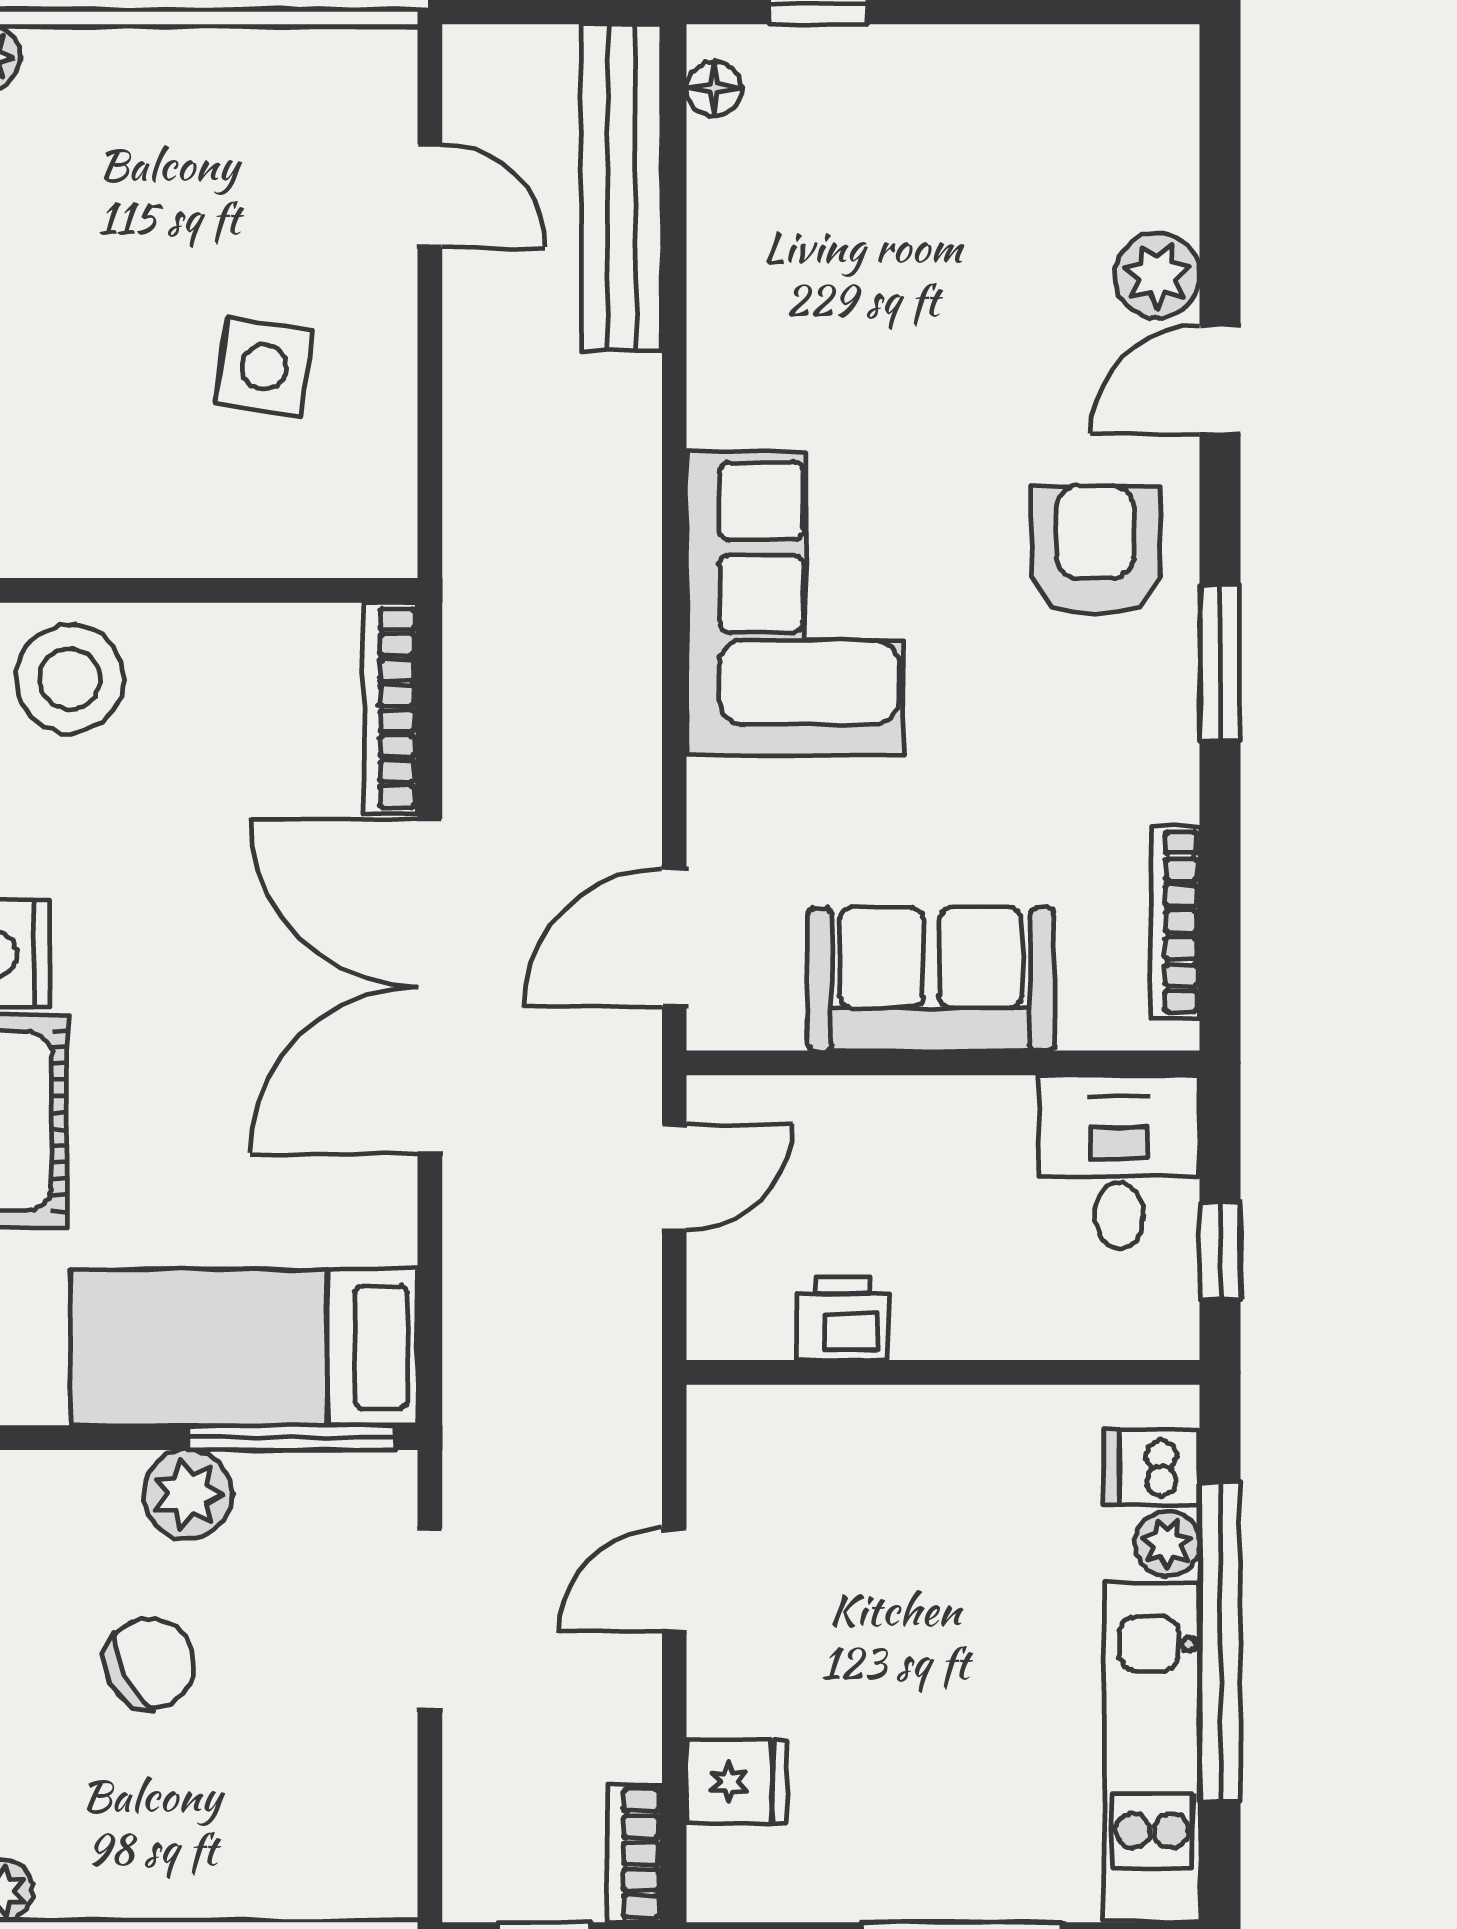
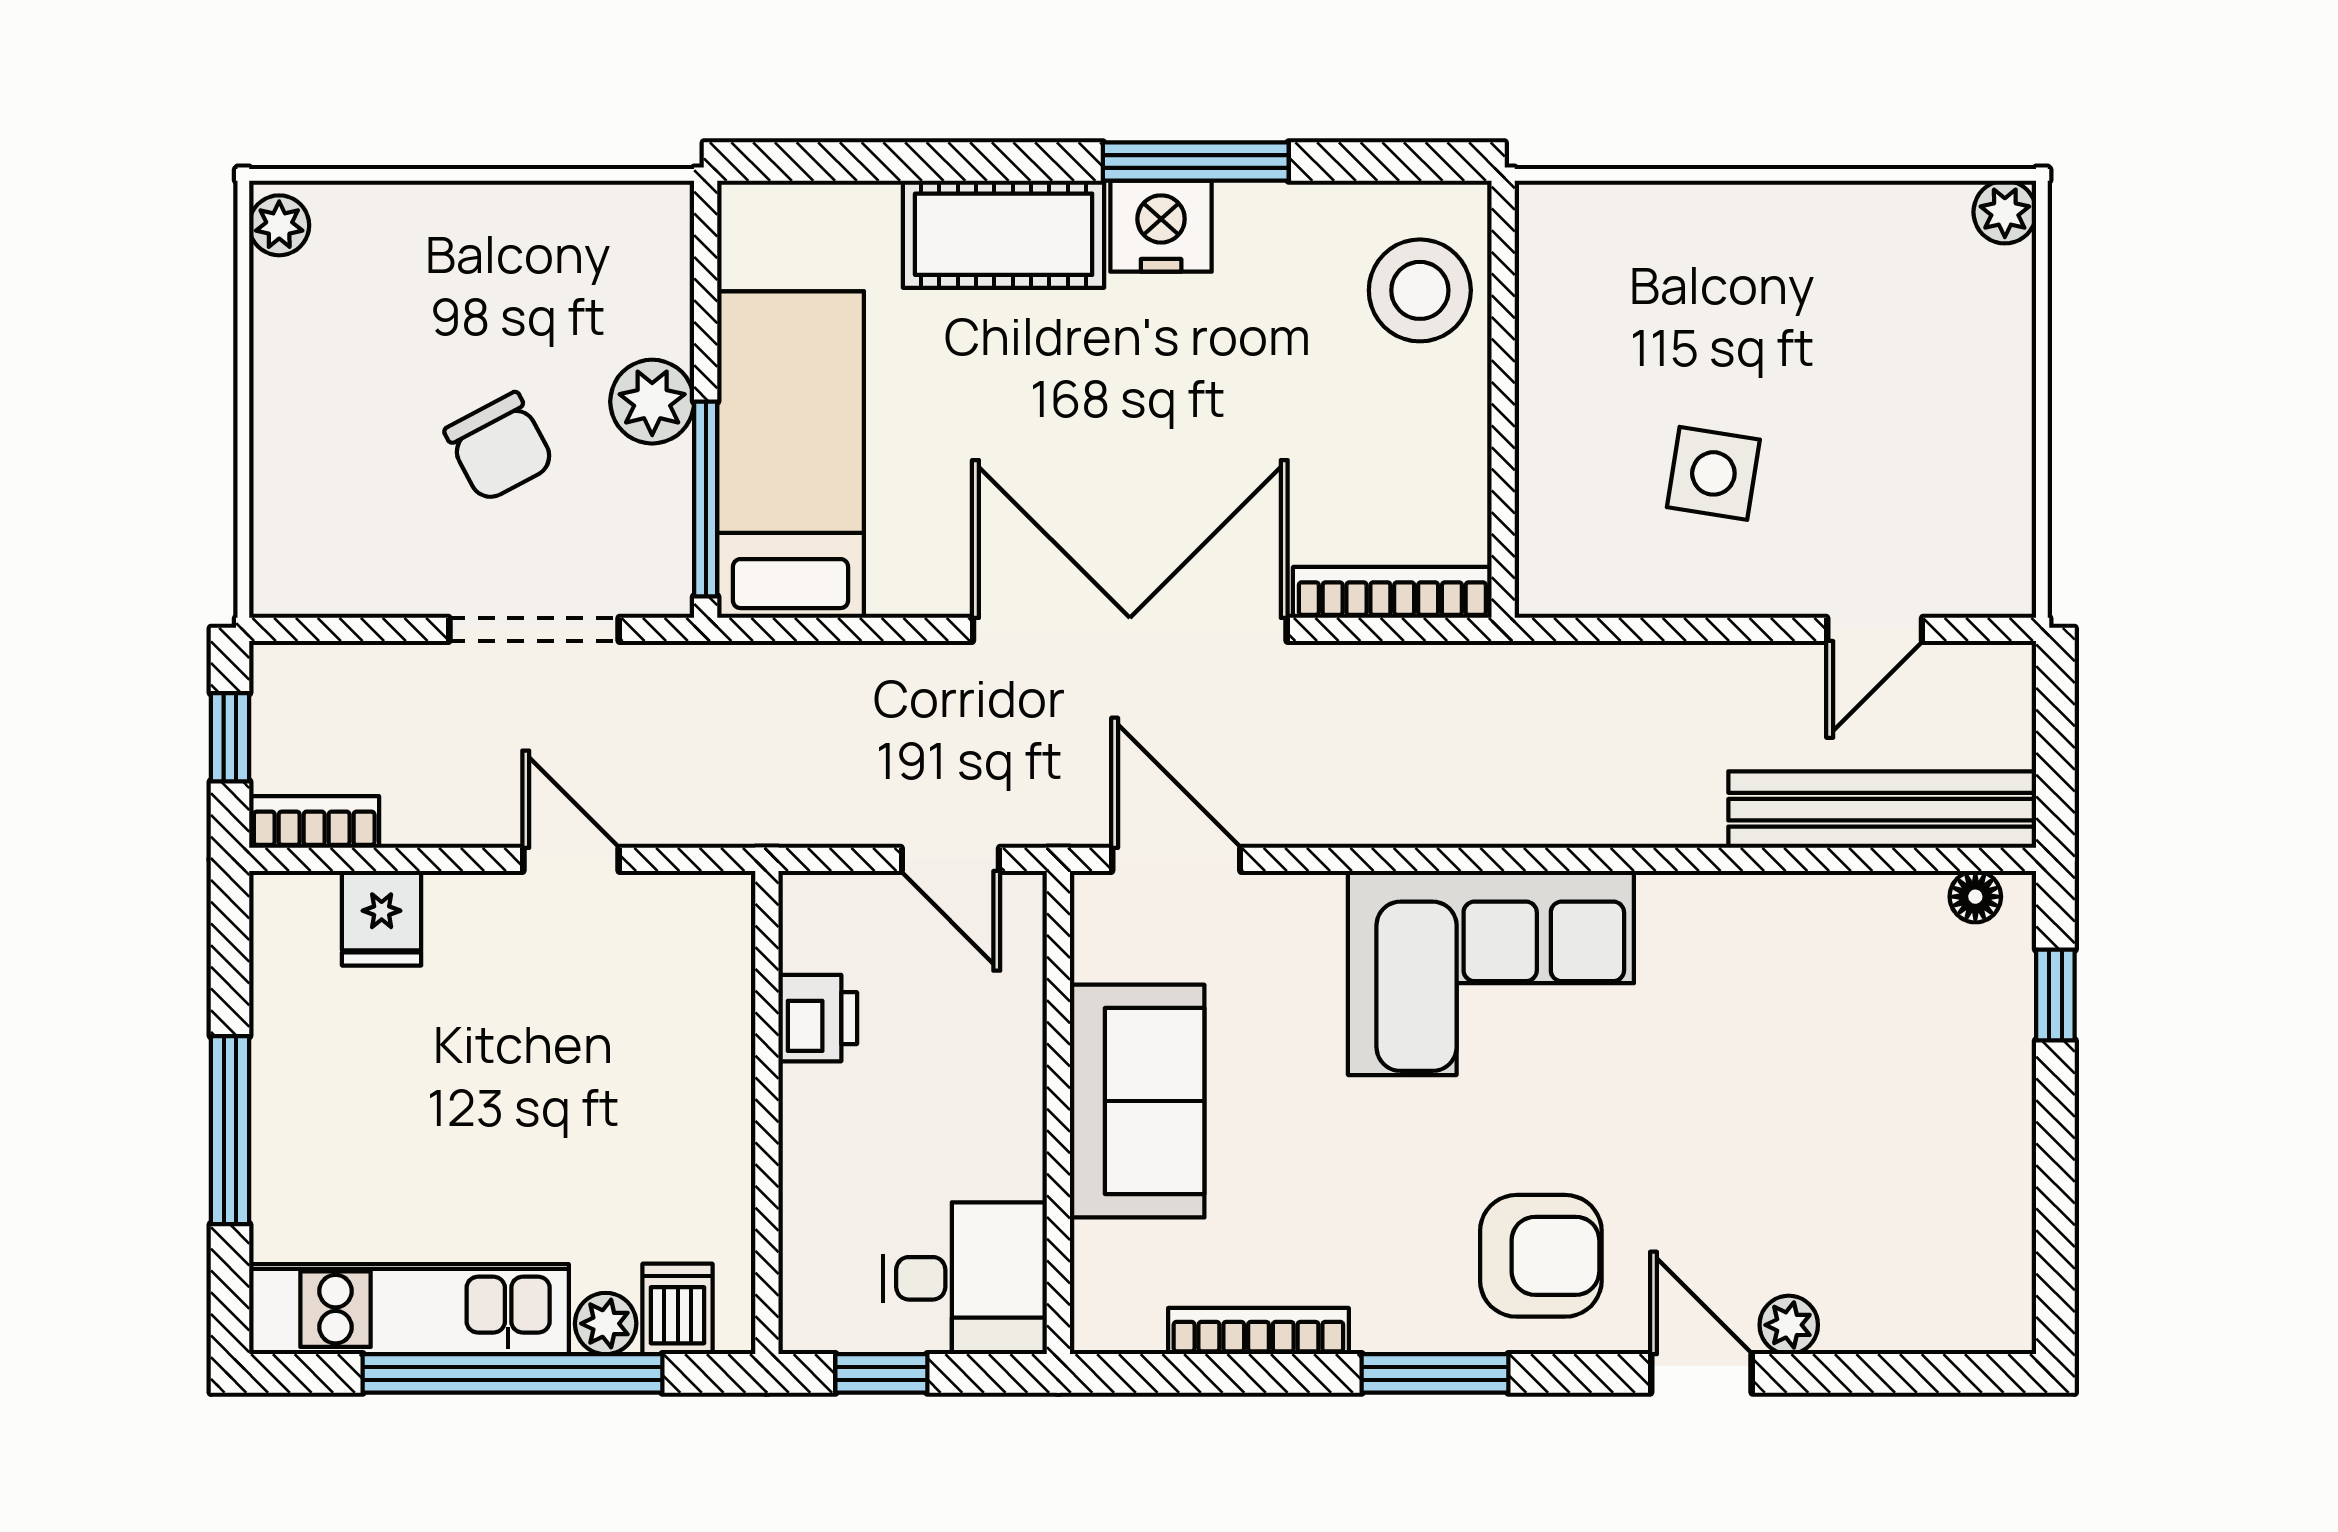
plant: (1157, 275) -> (1789, 1325), width x0.73, depth x0.73
bookcase: (1175, 922) -> (1258, 1331), moved
chair: (150, 1663) -> (499, 447), moved

